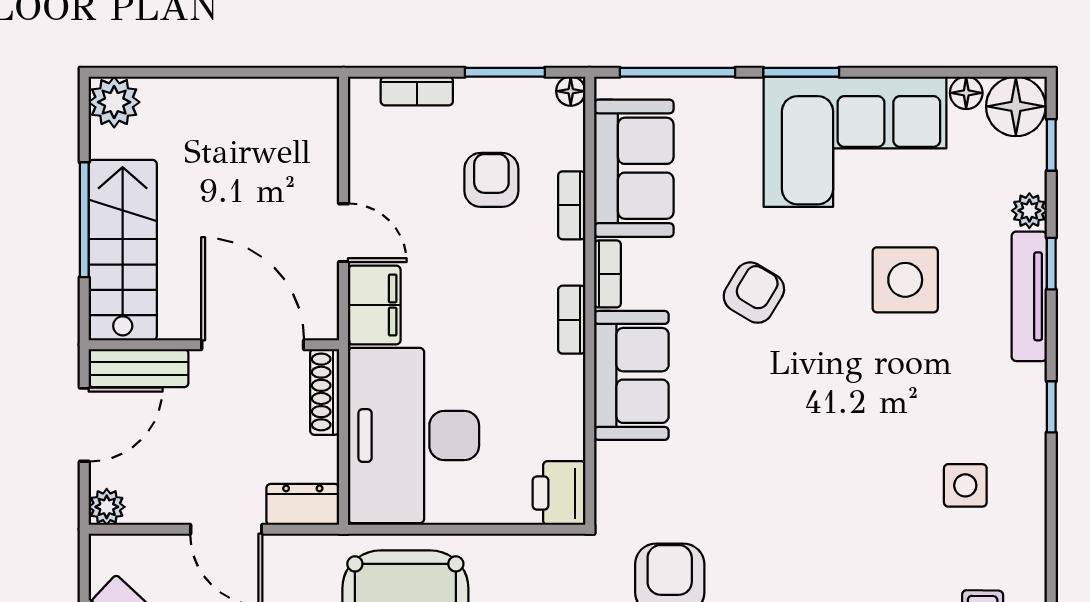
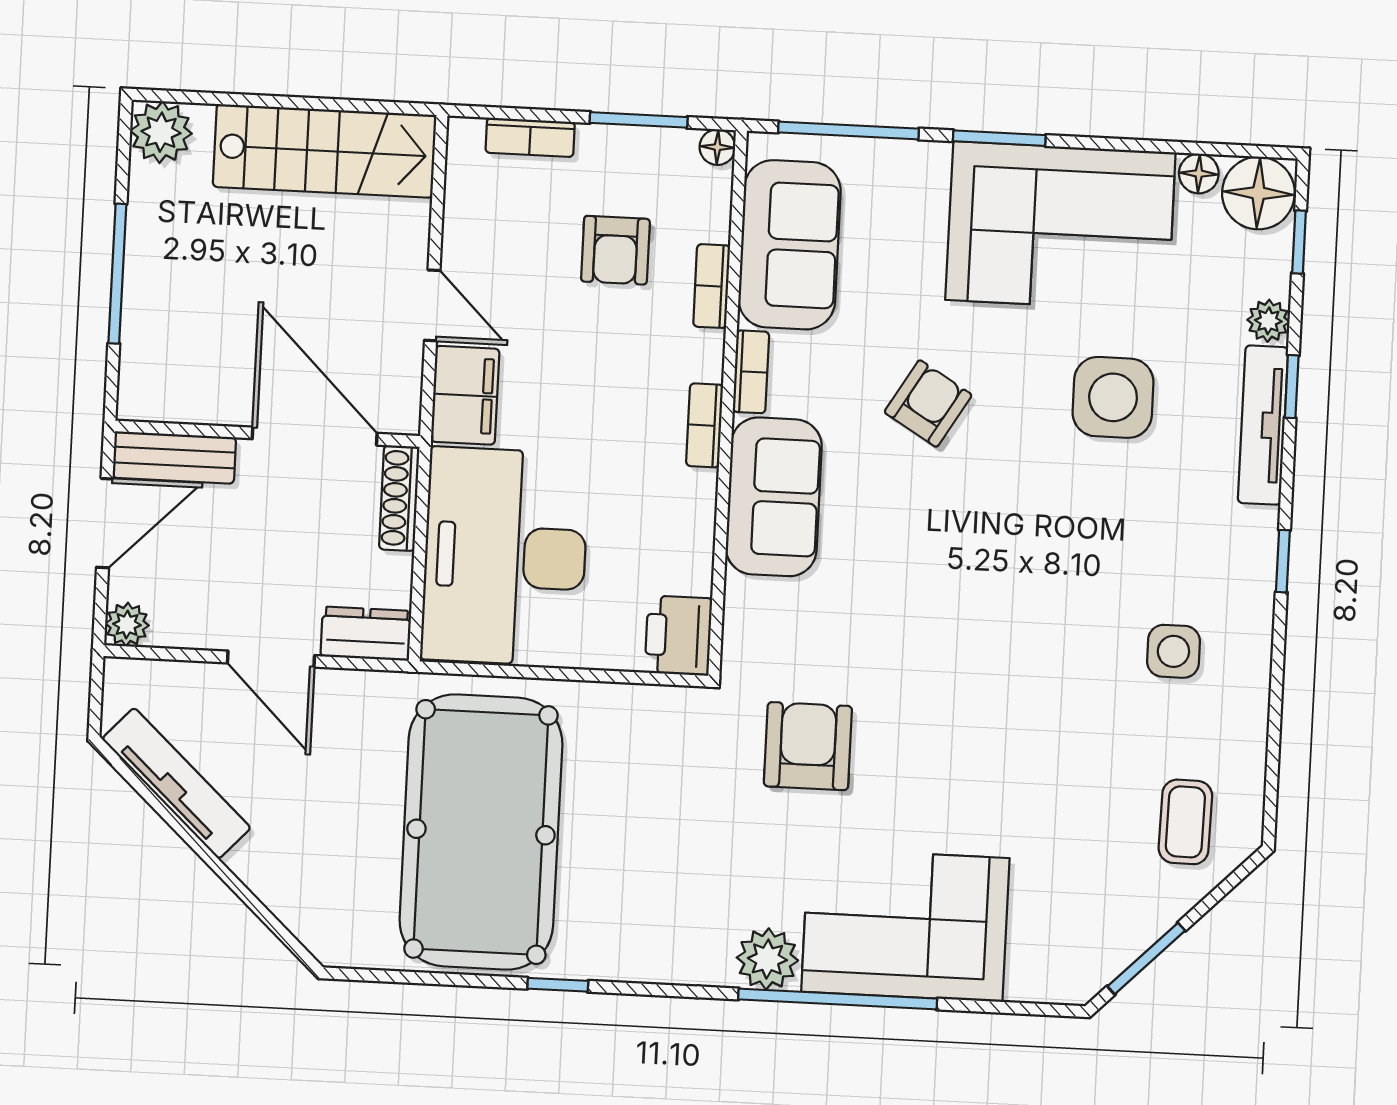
armchair: (491, 180) -> (615, 250), turned 180
stairs: (123, 250) -> (325, 151), moved, turned 90

